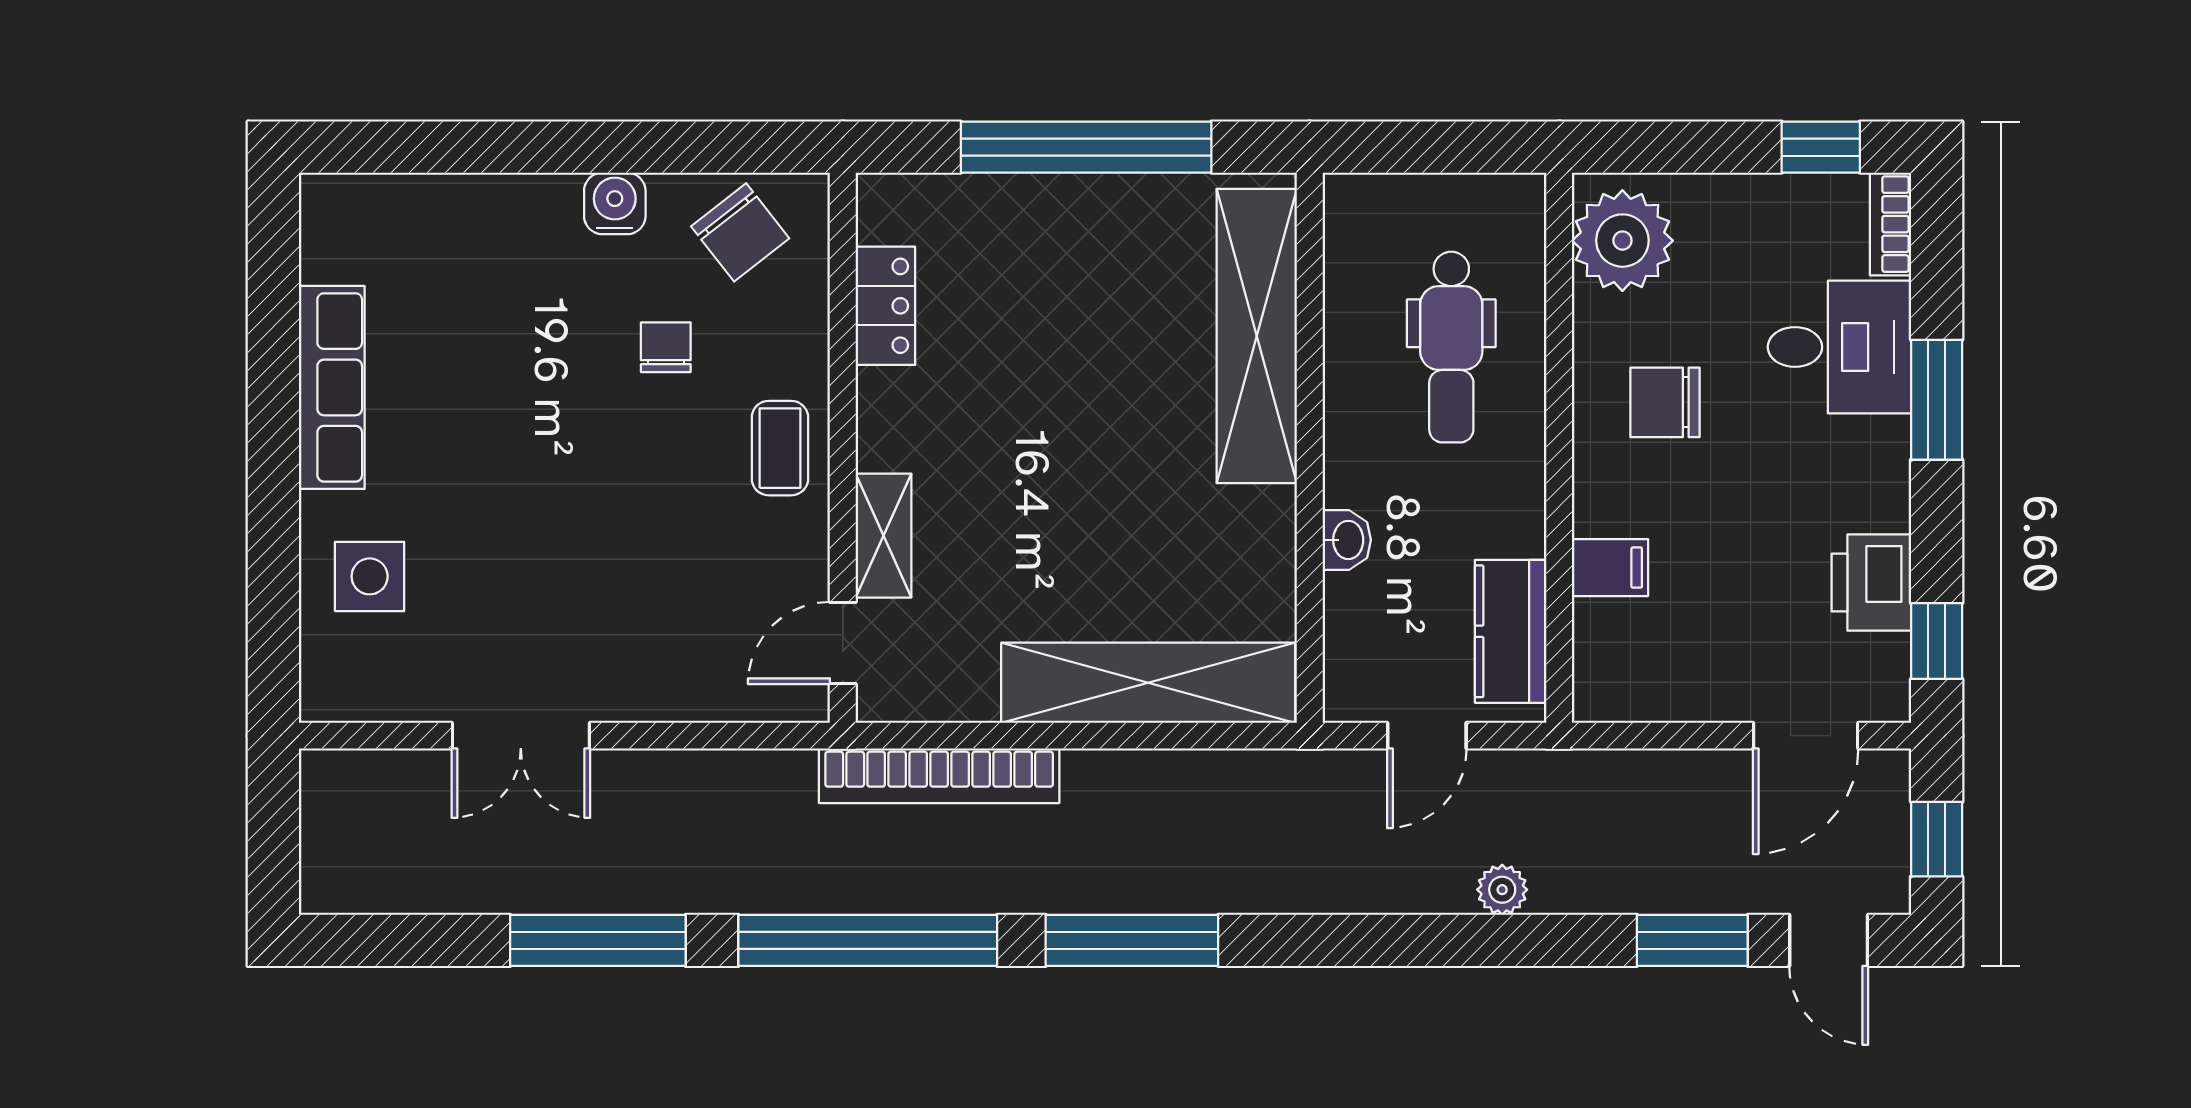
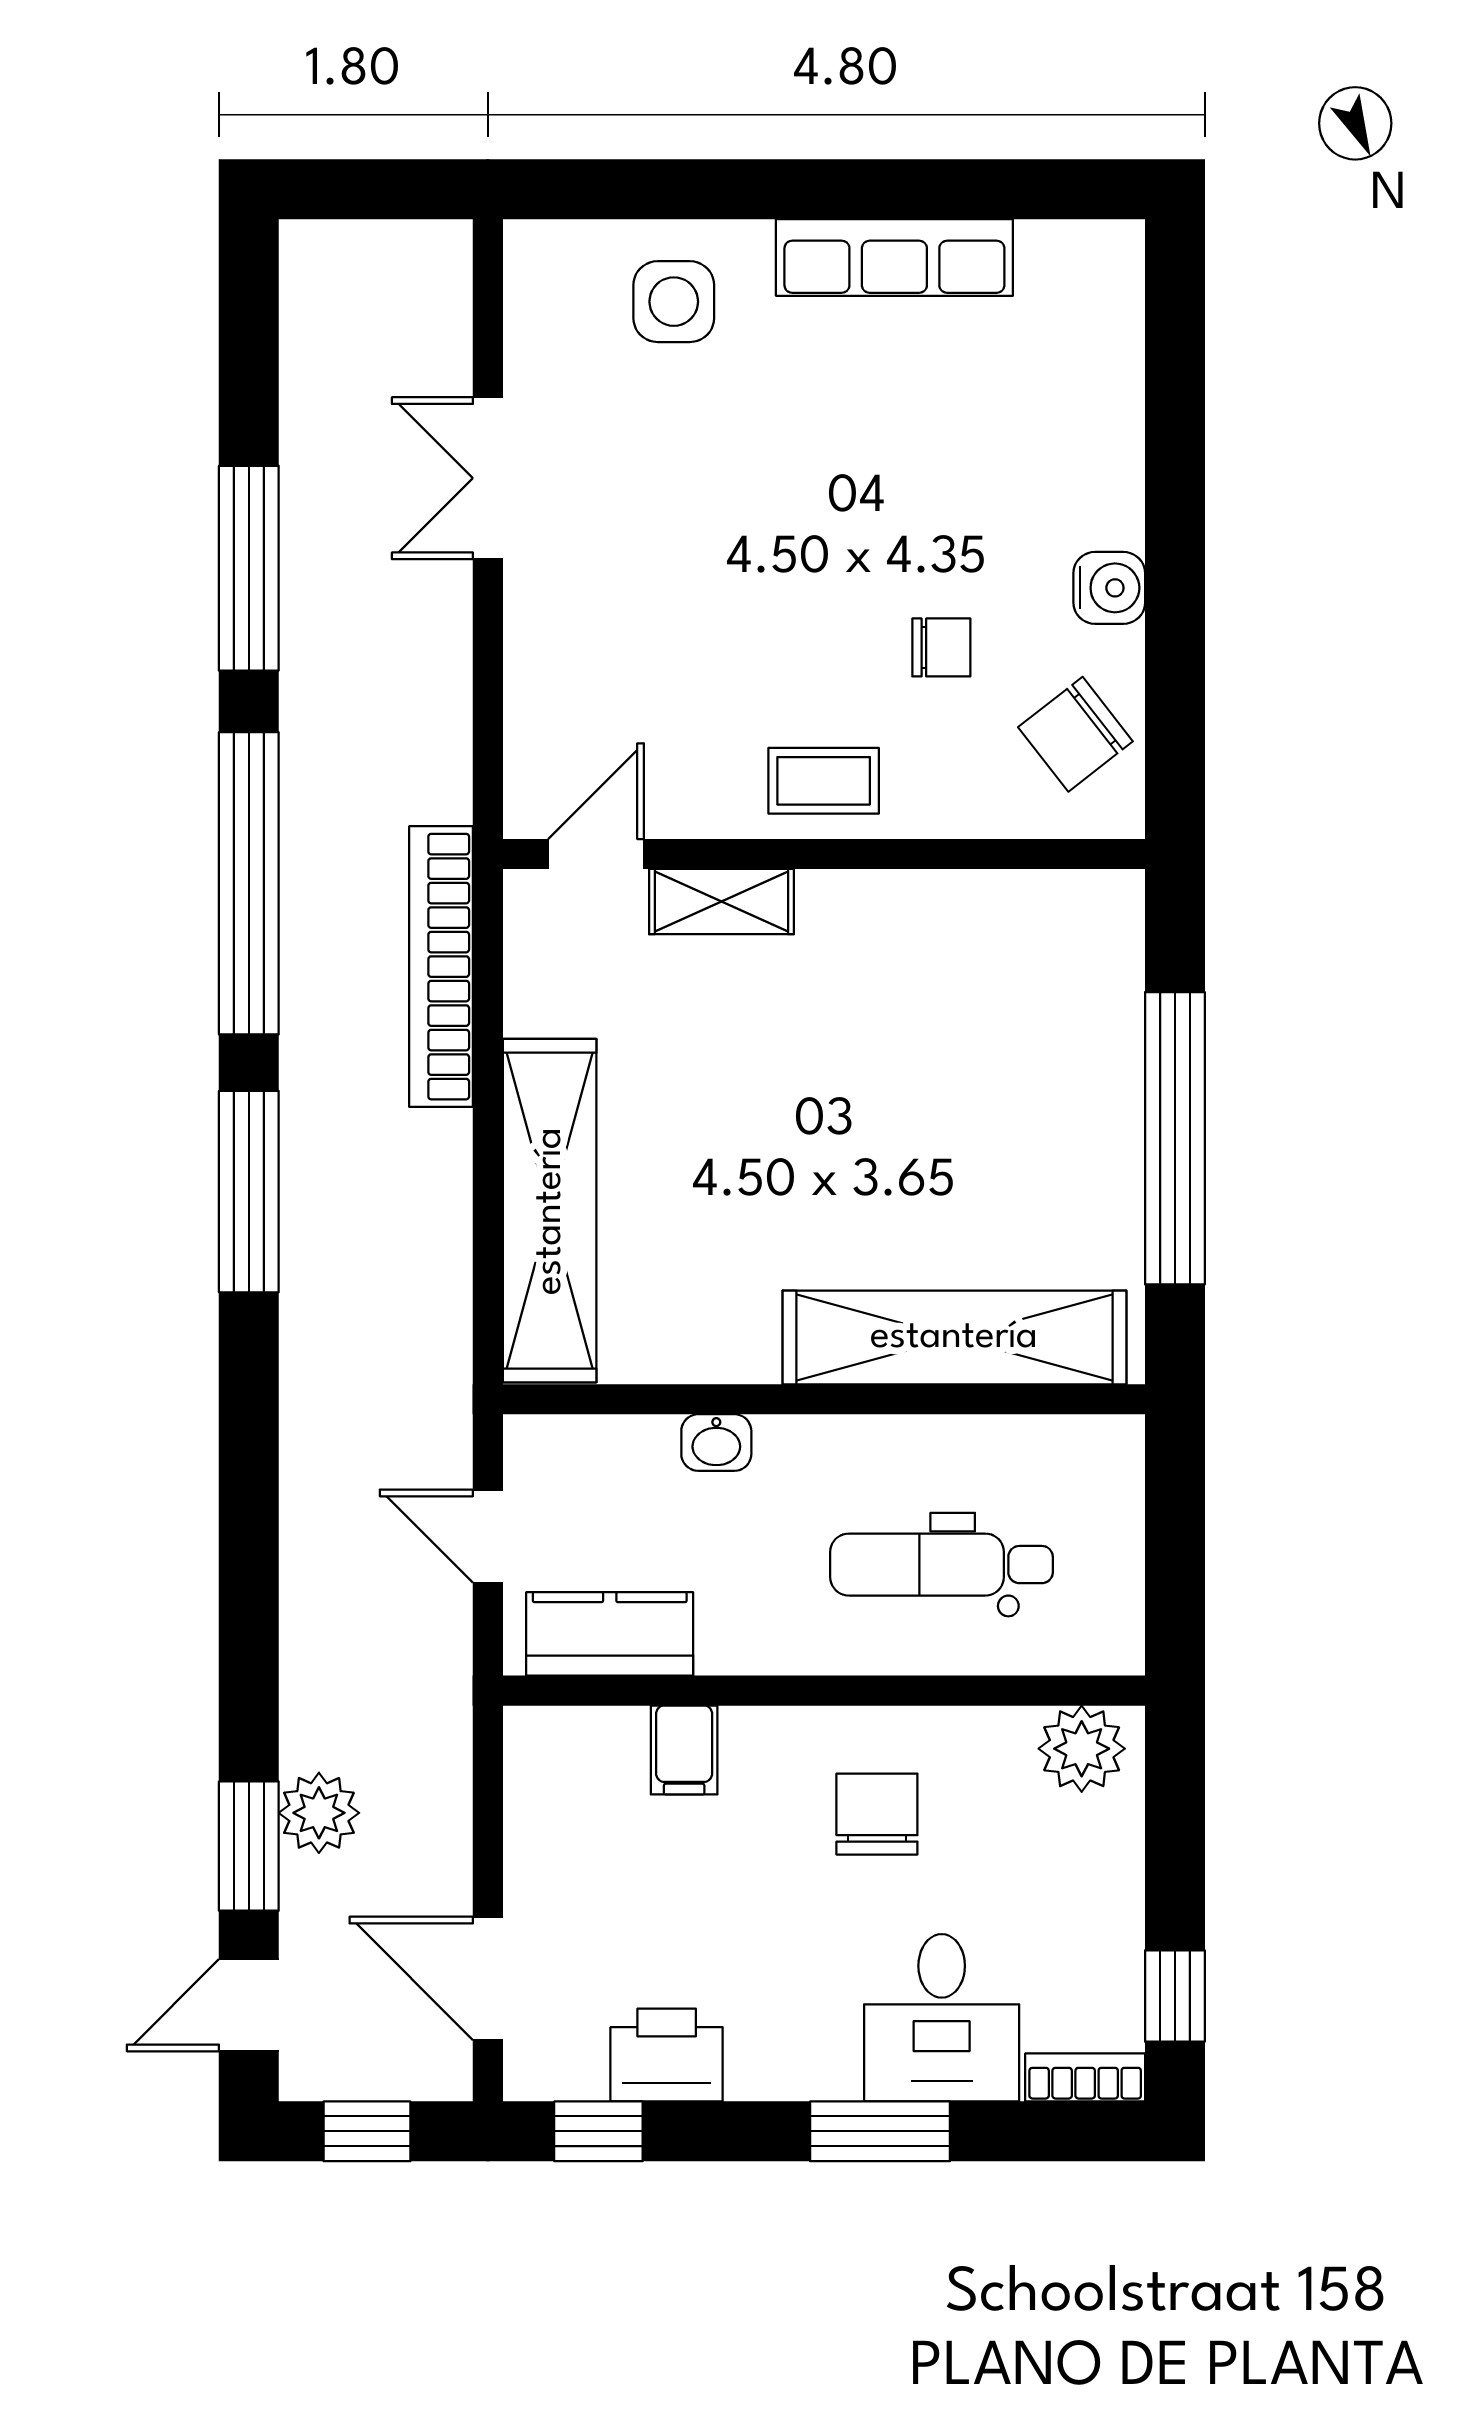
plant: (1622, 241) -> (1082, 1749), width x0.73, depth x0.73
locker: (885, 306) -> (990, 904), removed
door: (843, 643) -> (596, 854), hinge flipped
plant: (1502, 890) -> (319, 1813), moved, width x1.38, depth x1.38

